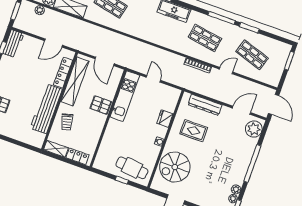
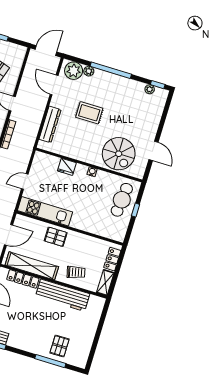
pallet: (101, 105) -> (56, 237), turned 90
rug: (194, 131) -> (89, 113), moved, turned 90
plant: (236, 189) -> (89, 71), moved

